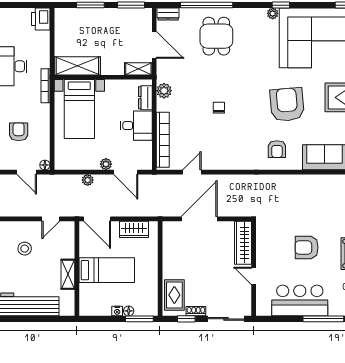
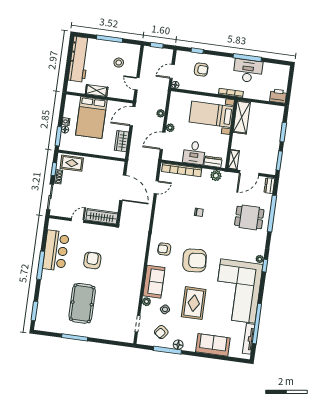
door: (192, 172) -> (156, 187), hinge flipped
bed: (107, 270) -> (91, 117), width x1.50

